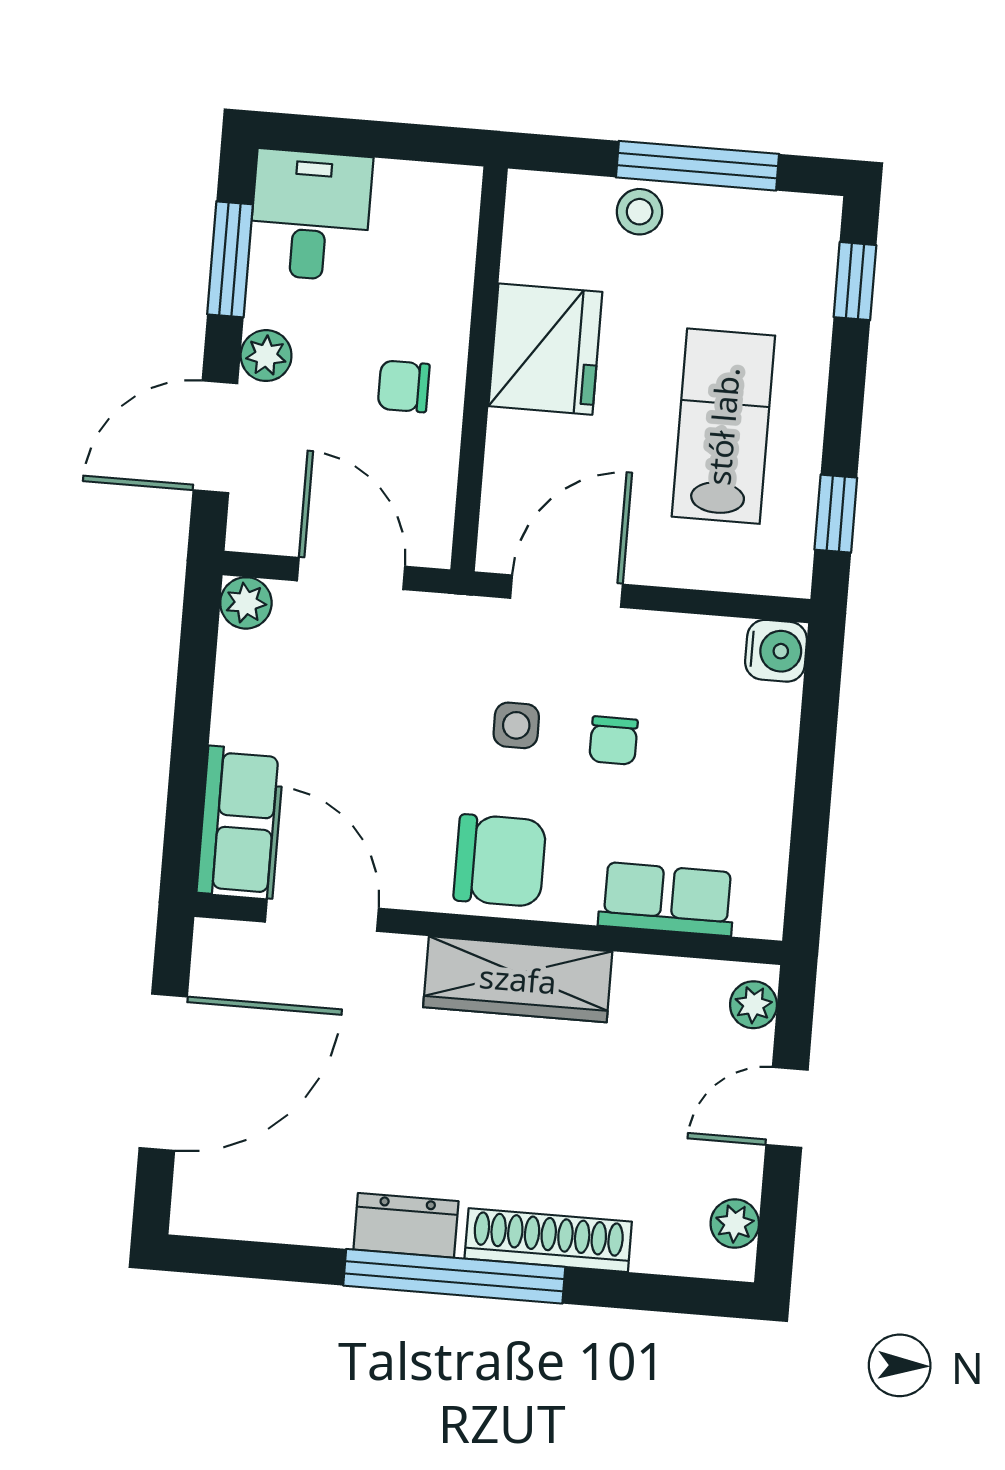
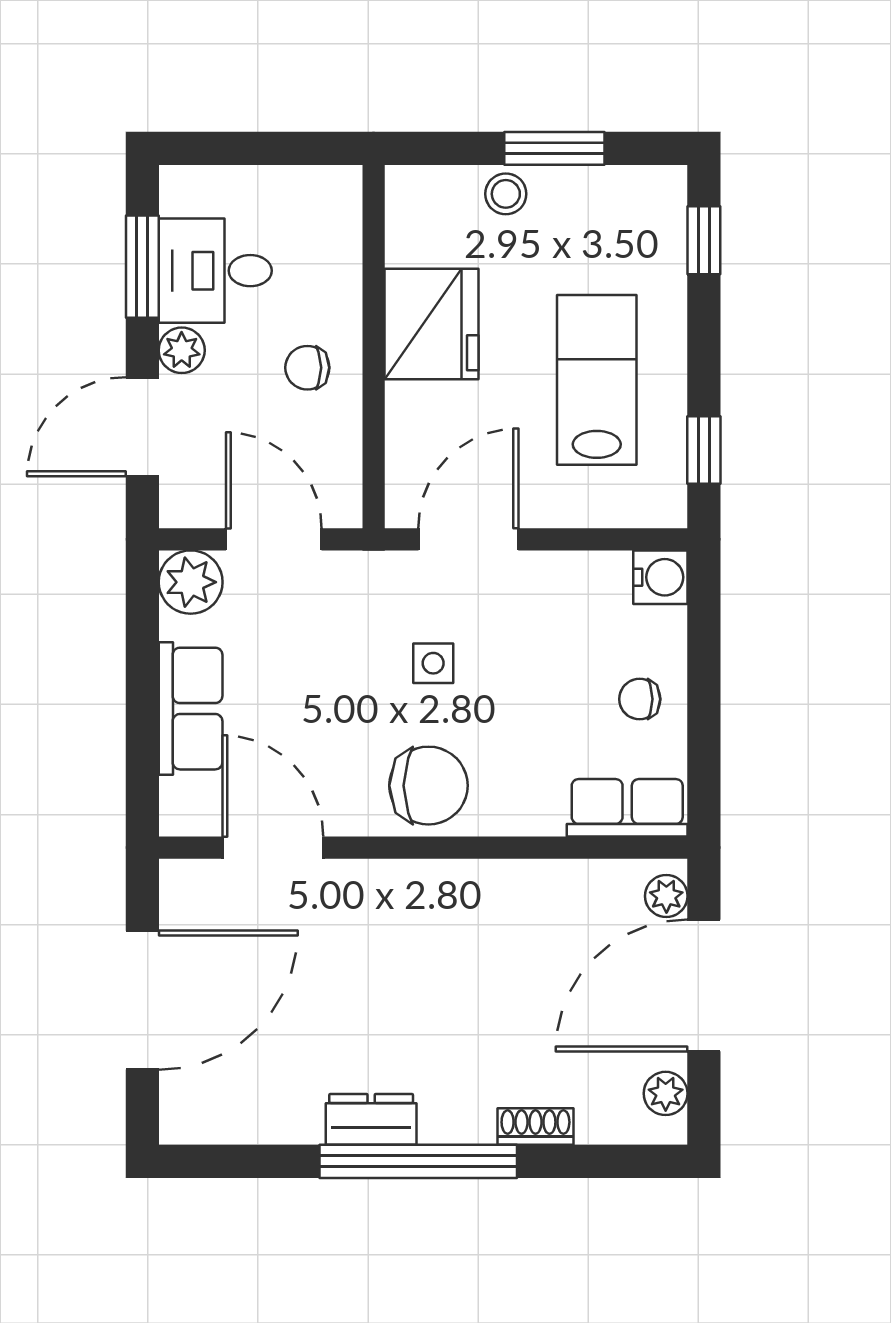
window: (698, 166) -> (554, 148), width x0.69
desk: (310, 215) -> (215, 271), moved, turned -90
plant: (246, 603) -> (191, 582), width x1.38, depth x1.38
chair: (614, 740) -> (640, 699), moved, turned 90
row of seats: (238, 822) -> (191, 709), moved
row of seats: (667, 899) -> (627, 808), moved
wardrobe: (518, 979) -> (453, 891), removed
door: (787, 1107) -> (704, 986), width x1.87
shoe rack: (548, 1240) -> (535, 1126), width x0.51, depth x0.81

